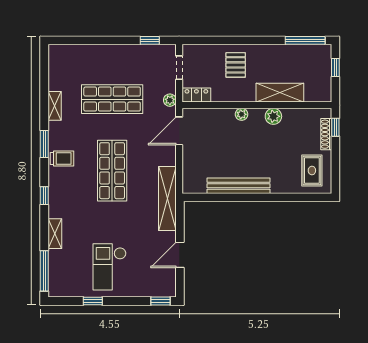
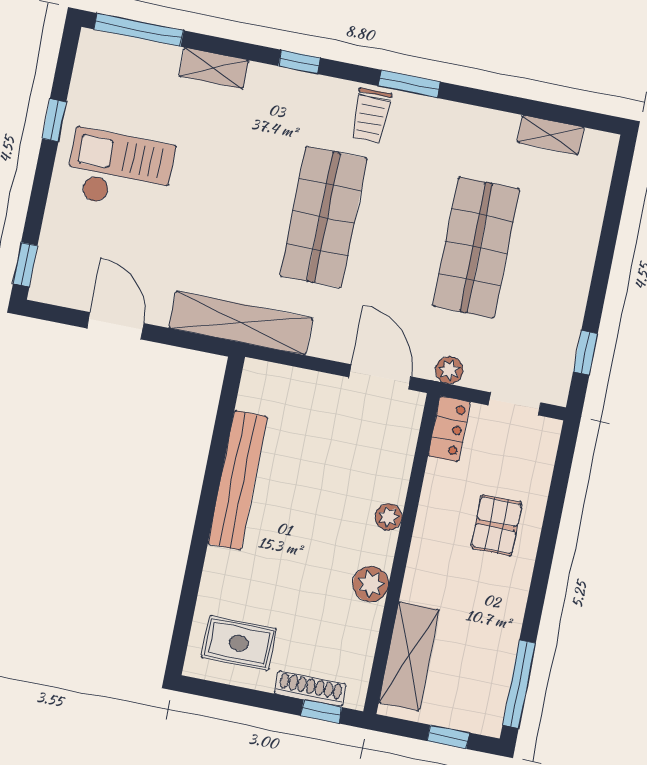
pallet: (236, 65) -> (496, 525), turned 90
shelving: (280, 93) -> (409, 656), moved
shelving: (55, 106) -> (551, 135), moved
shop shelf: (112, 171) -> (324, 217), turned 90

